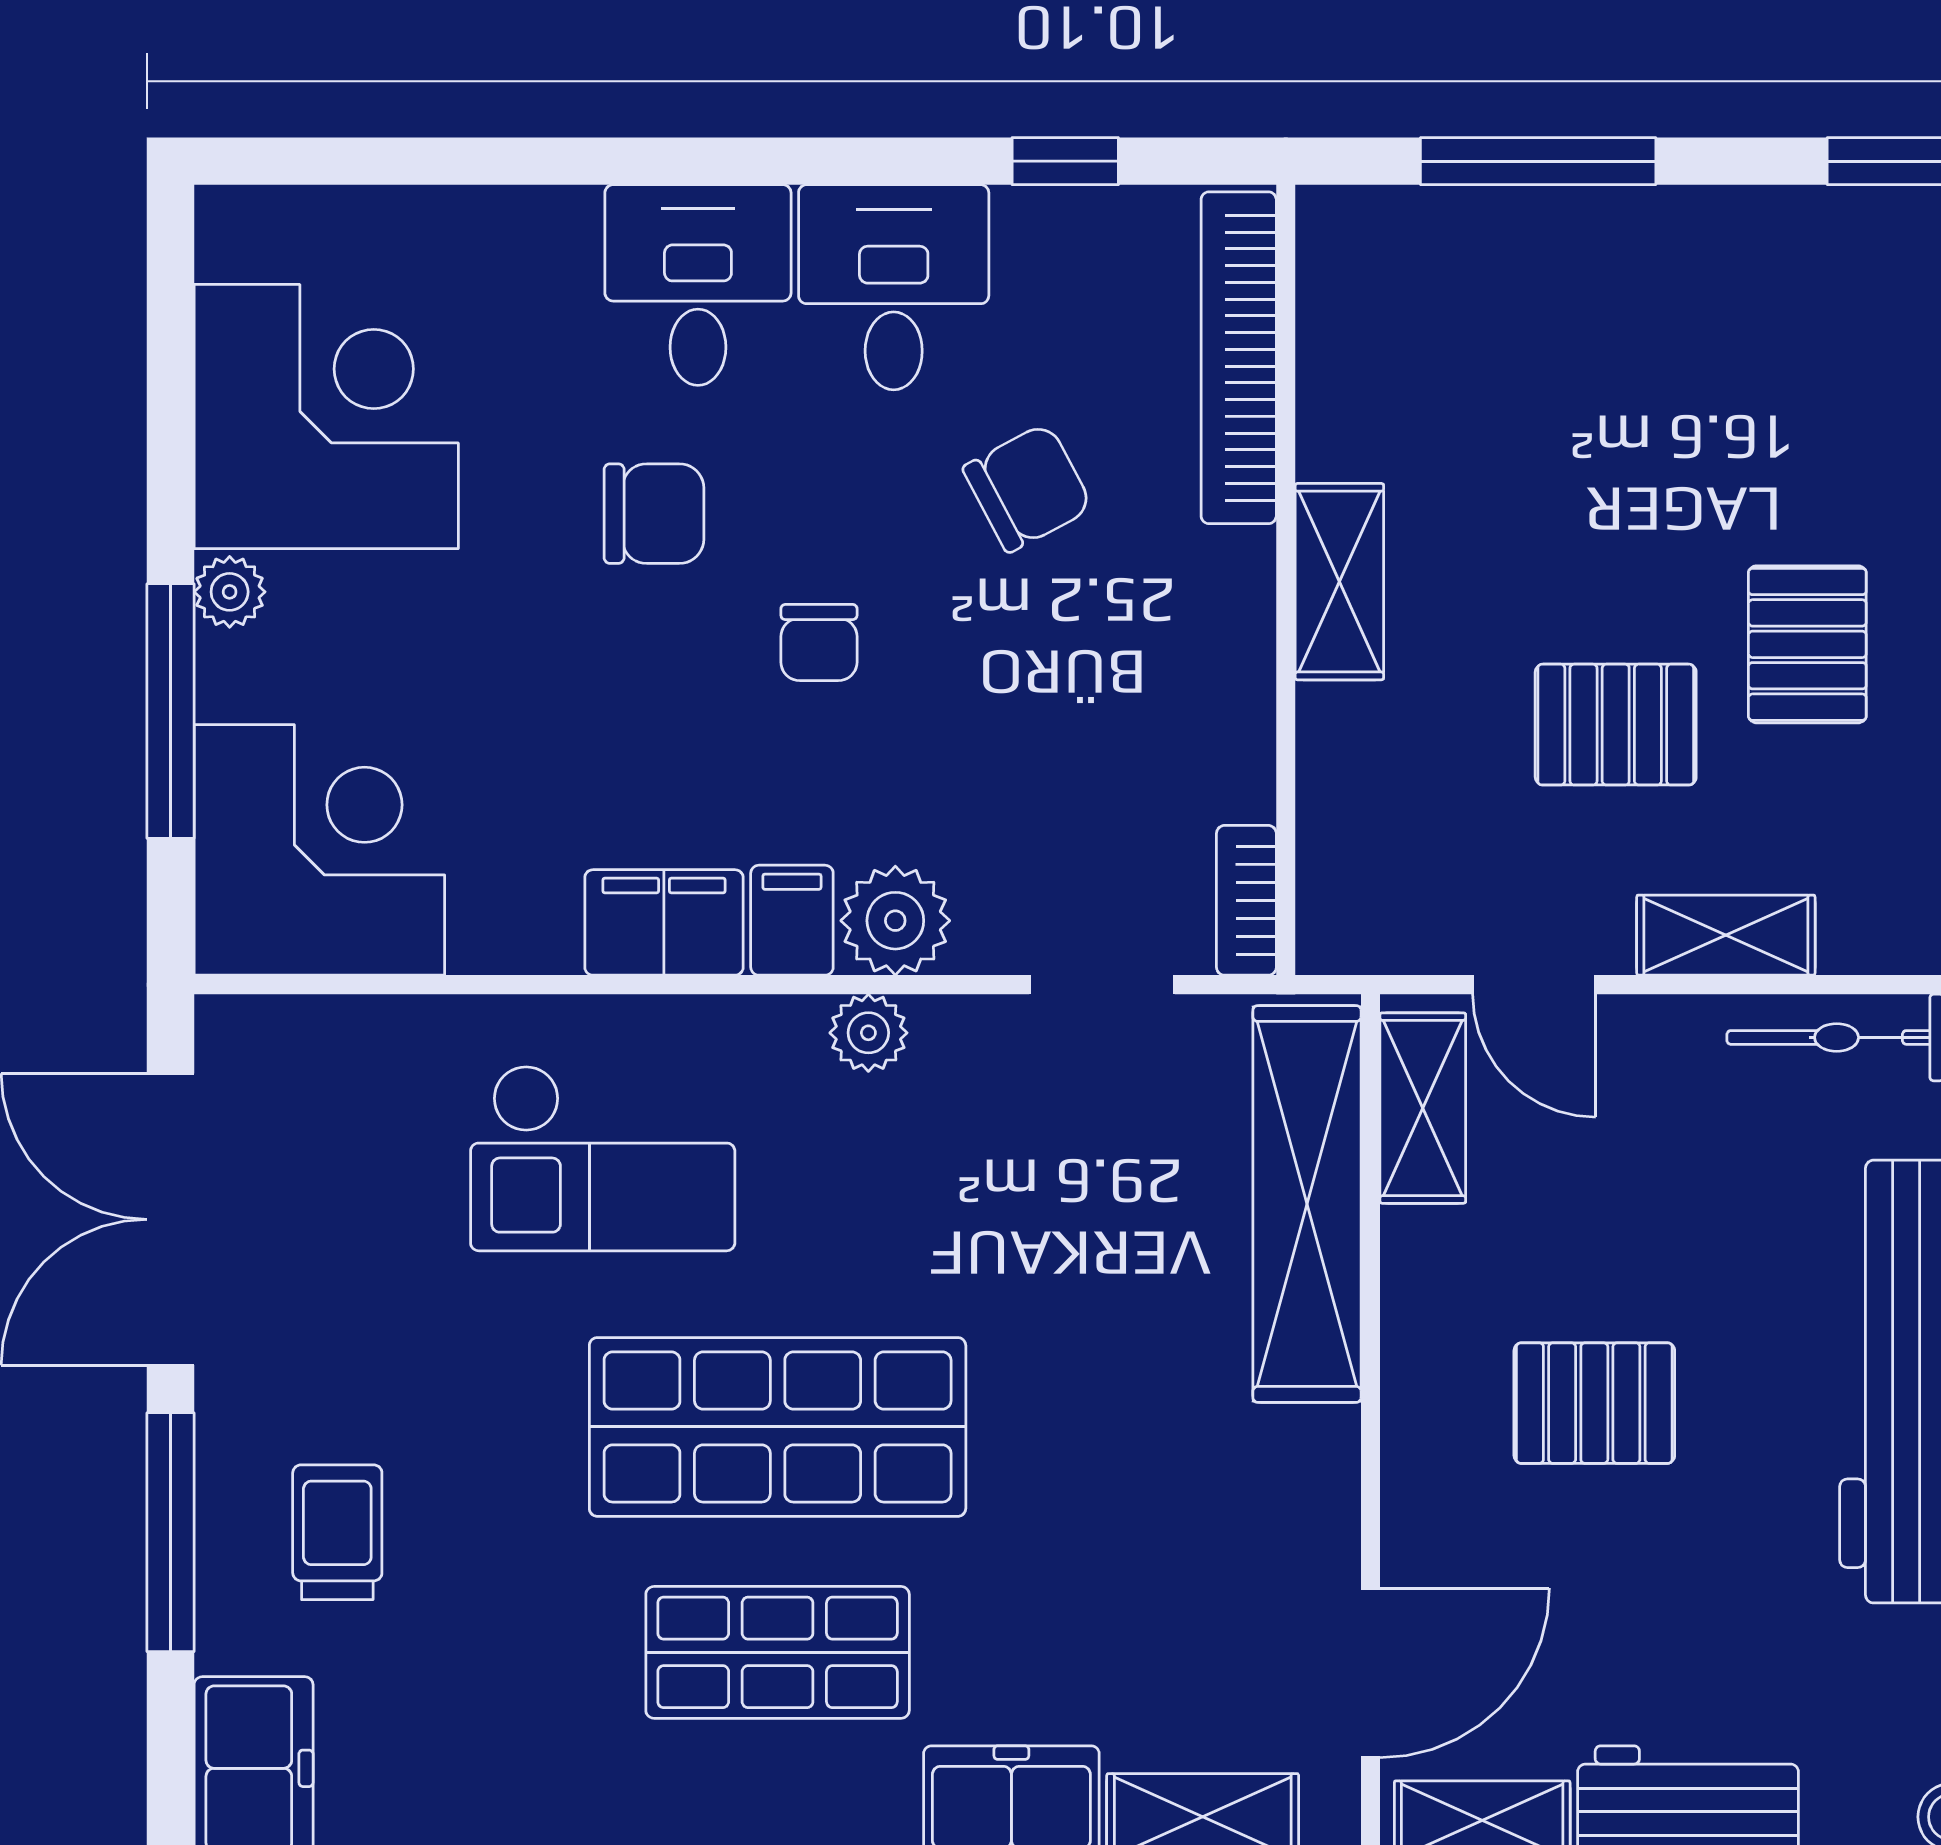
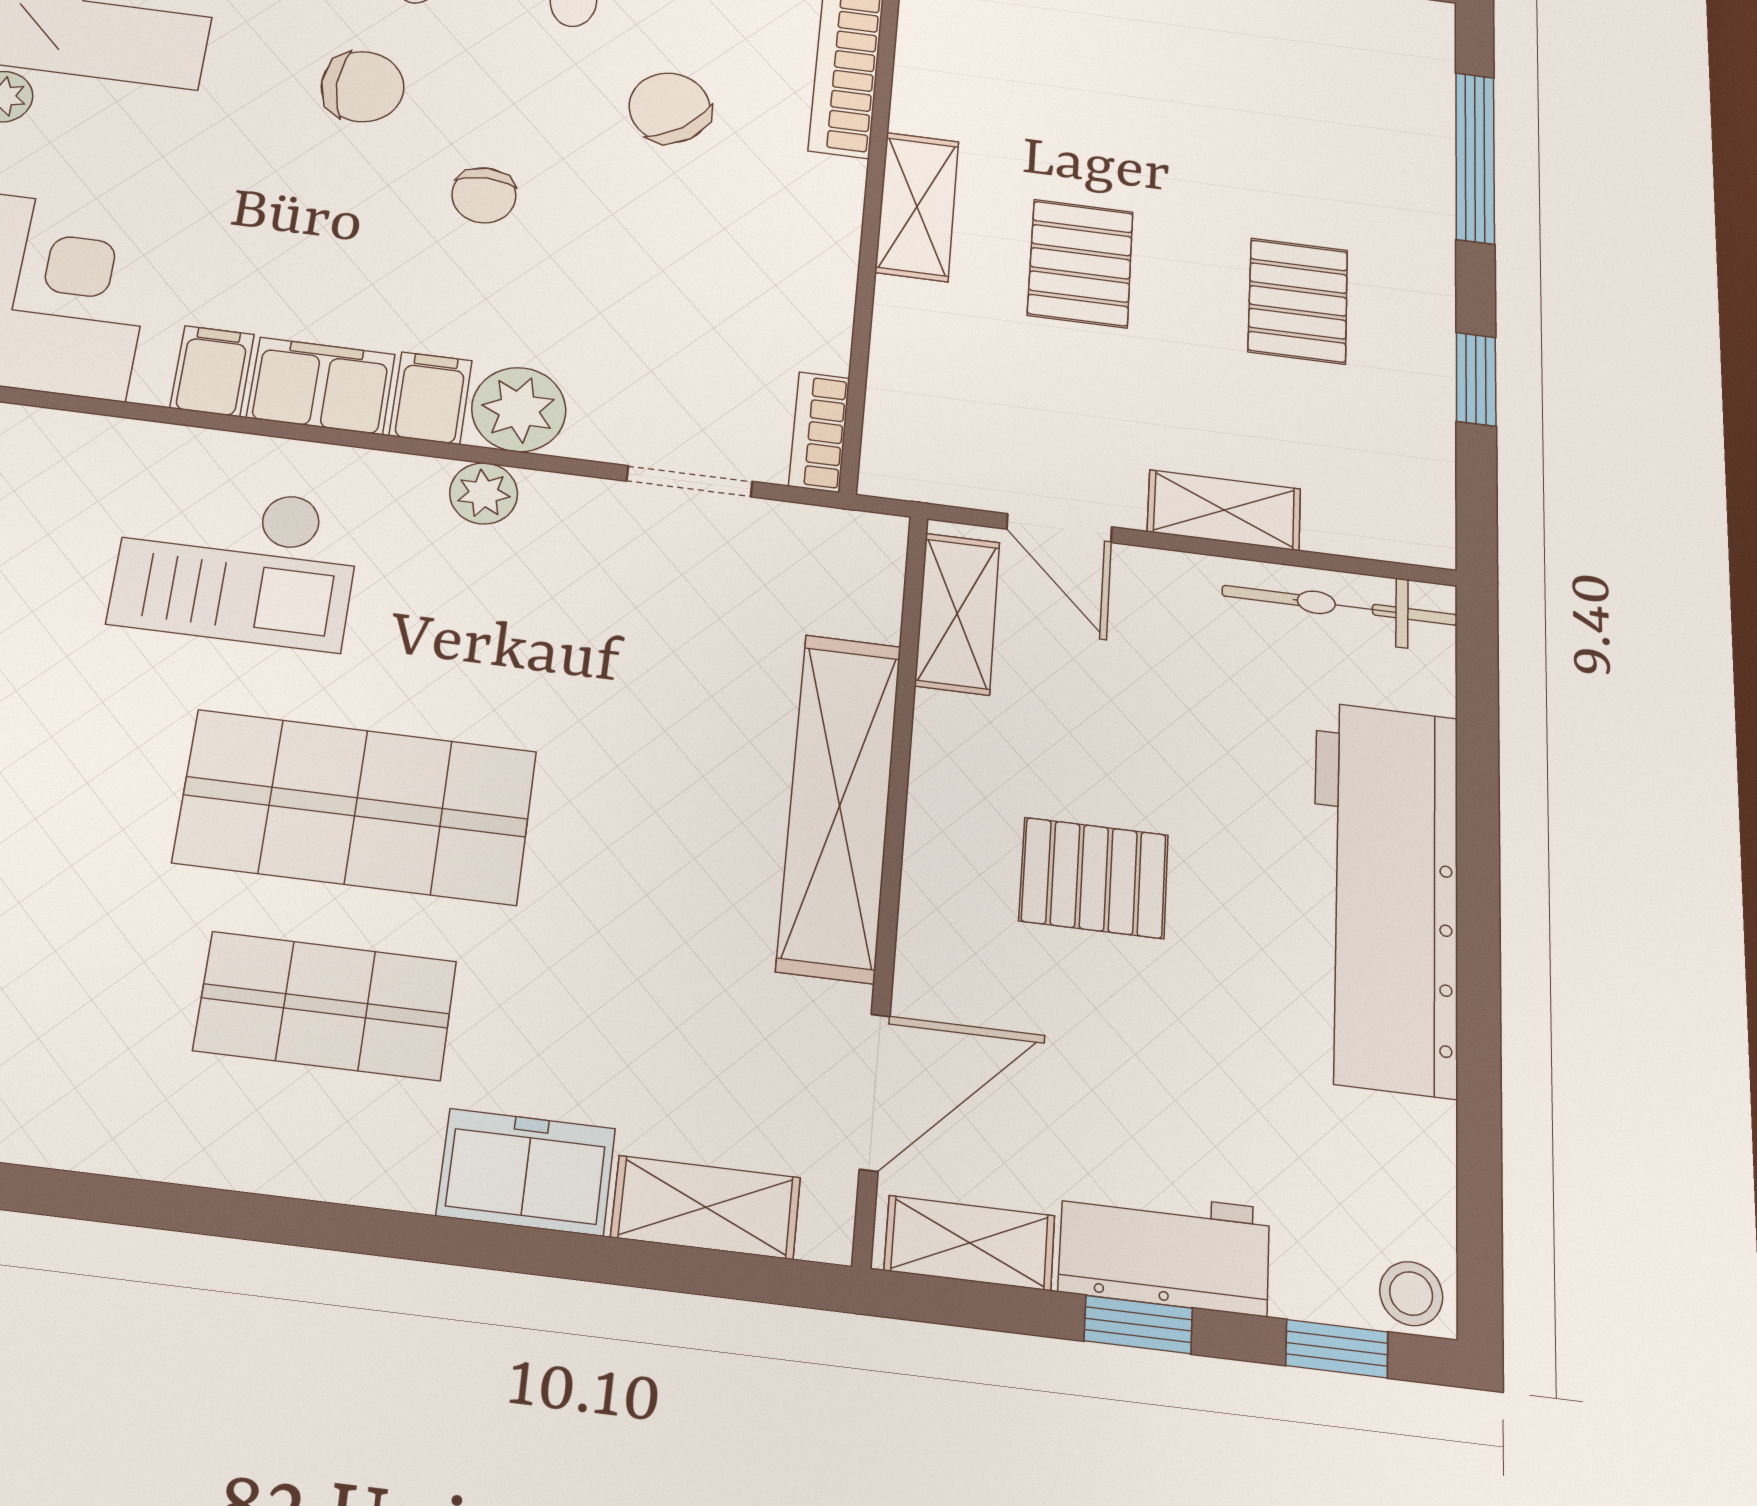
chair: (1028, 488) -> (670, 108), turned -99
pallet: (1616, 725) -> (1080, 263), moved, turned 90
filing cabinet: (537, 921) -> (212, 371), added
shelving: (1307, 1204) -> (839, 806), moved

